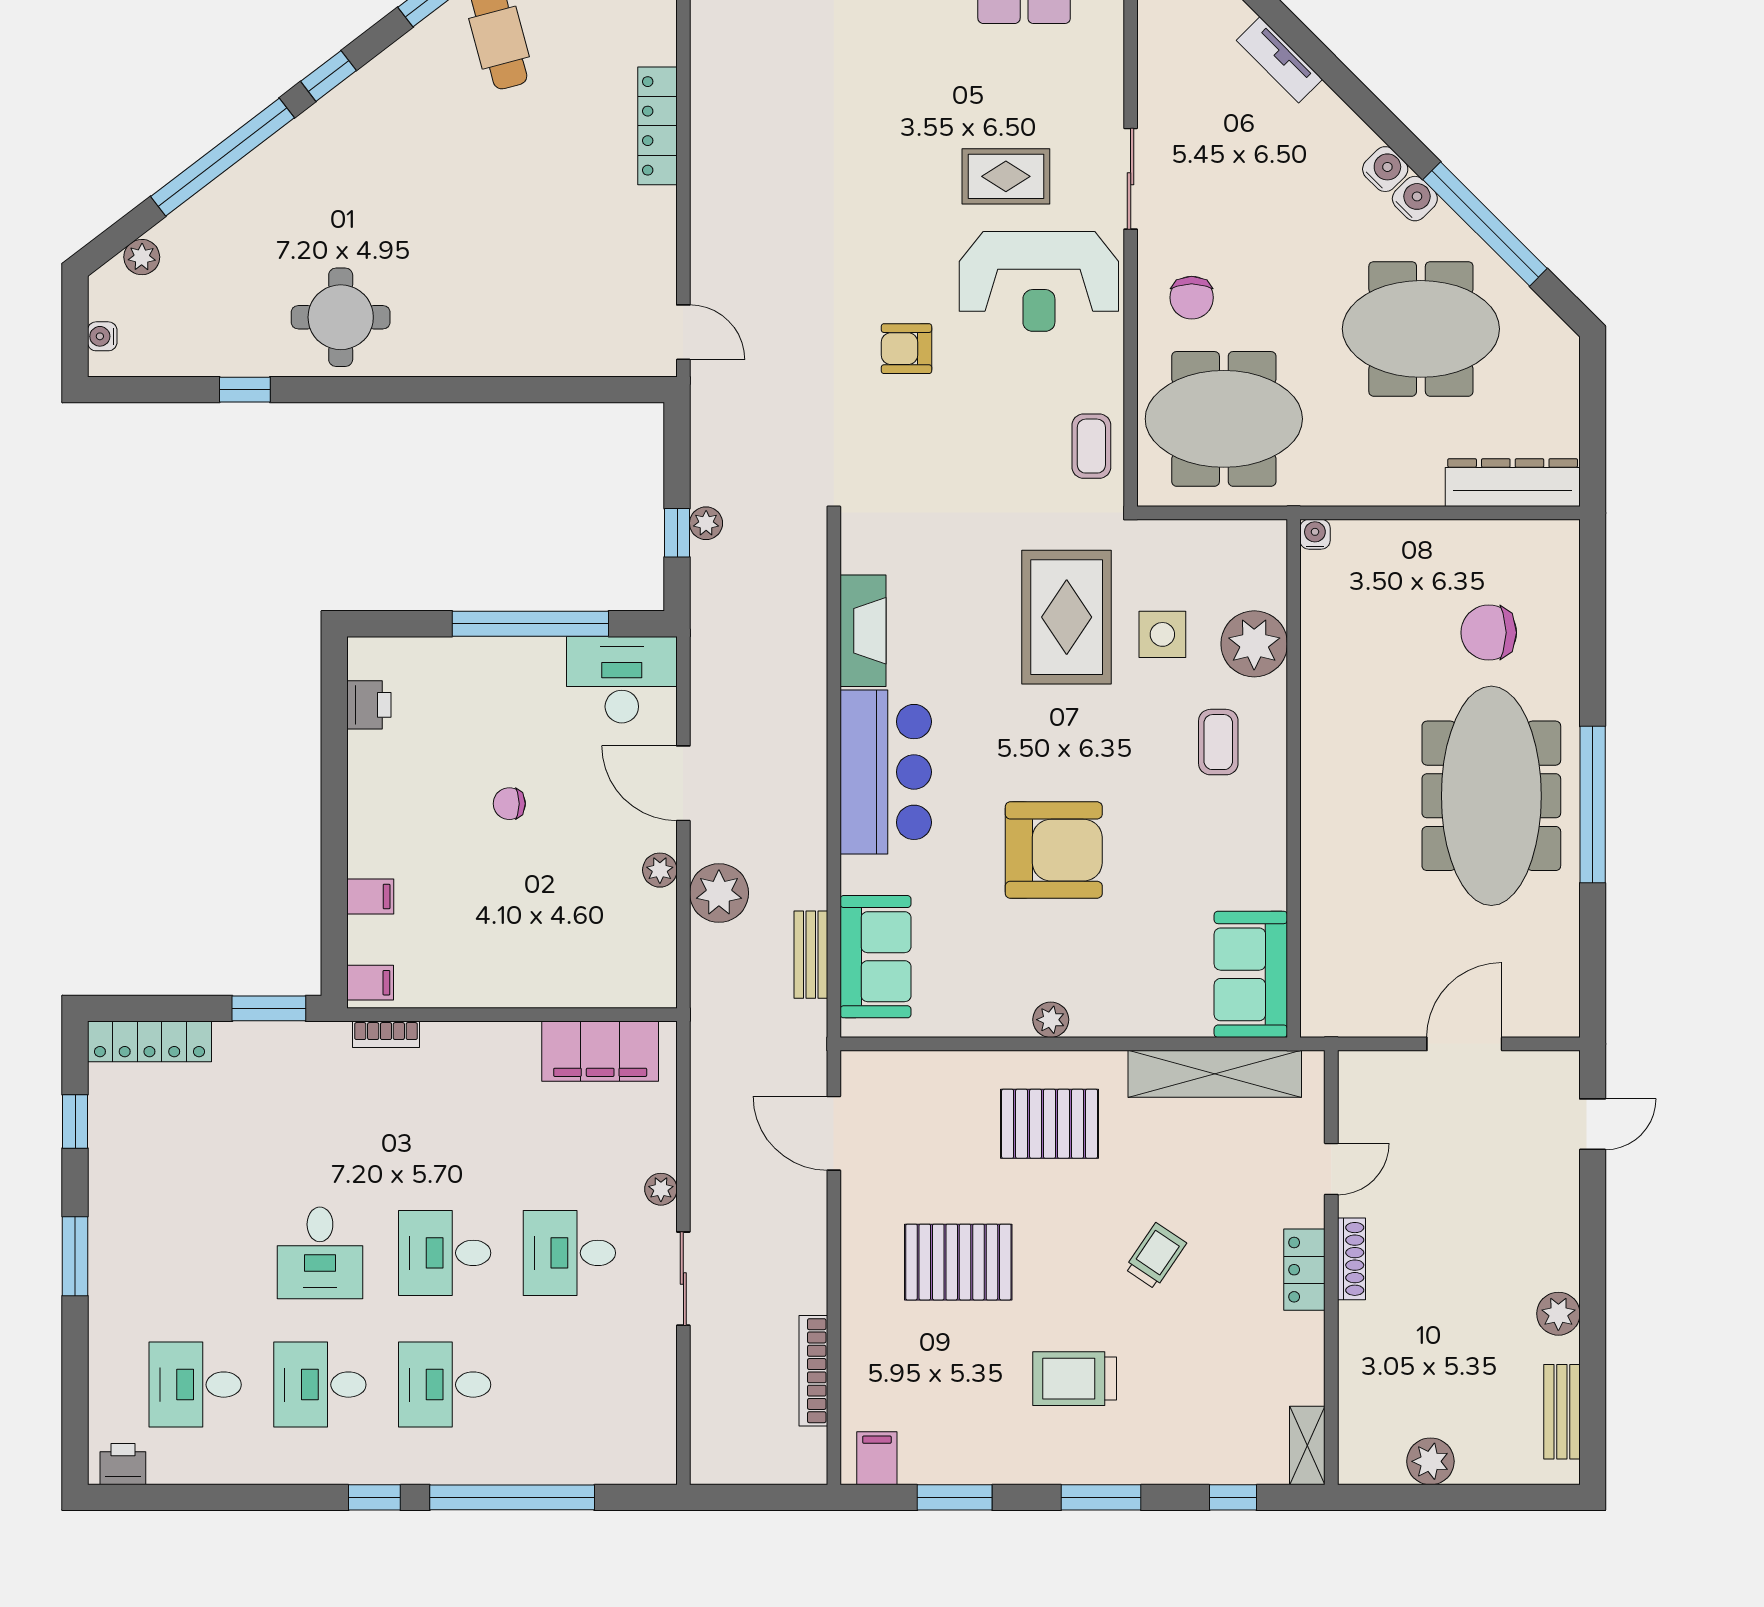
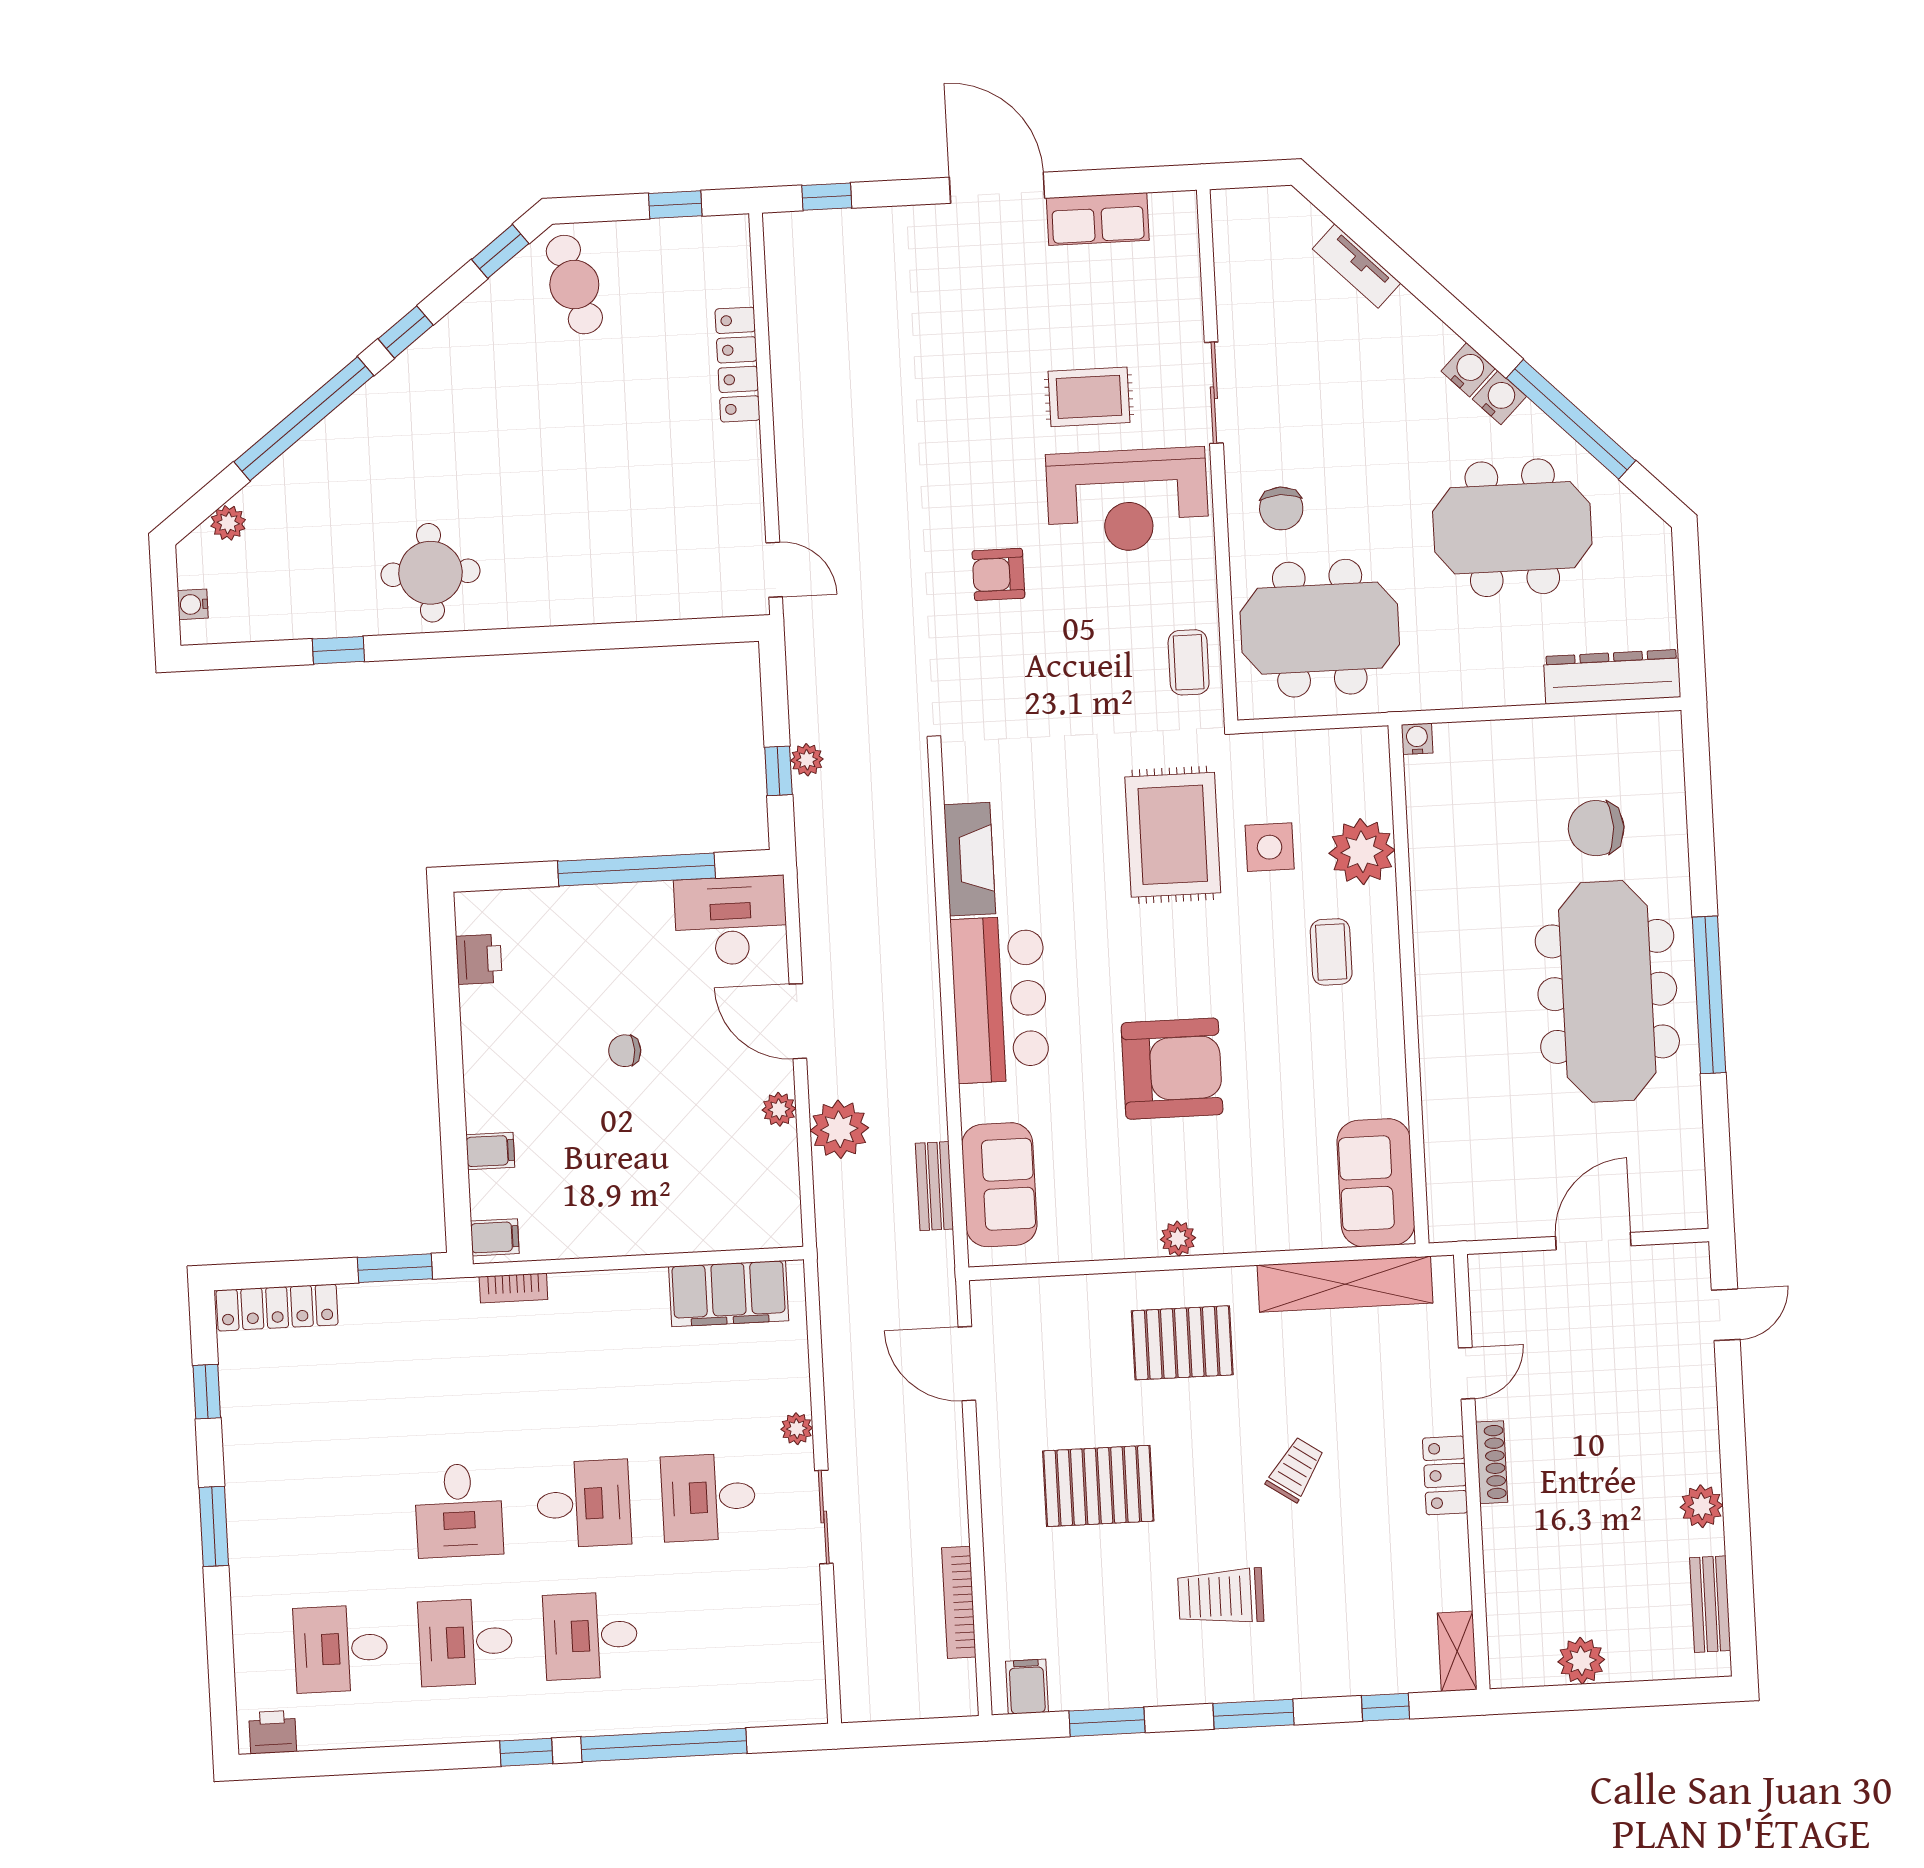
desk: (445, 1253) -> (584, 1504), turned 180

